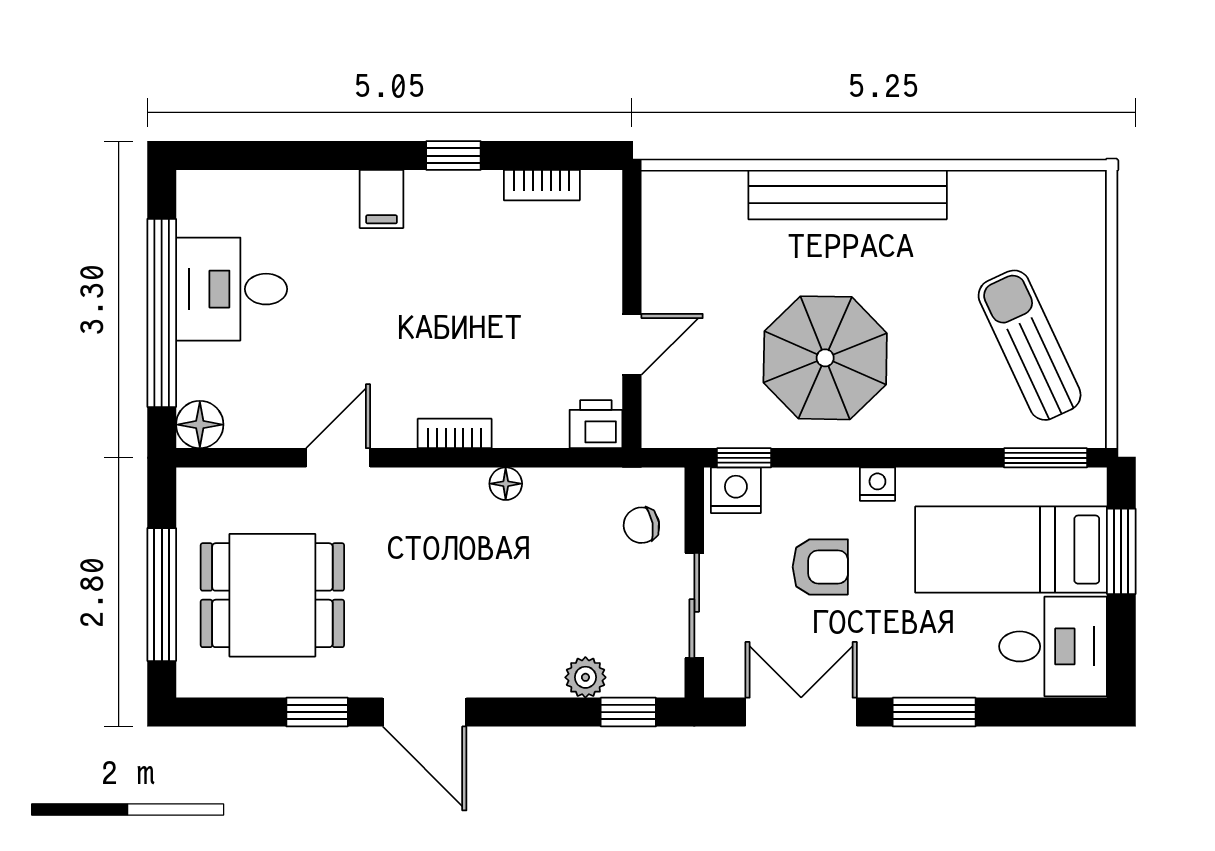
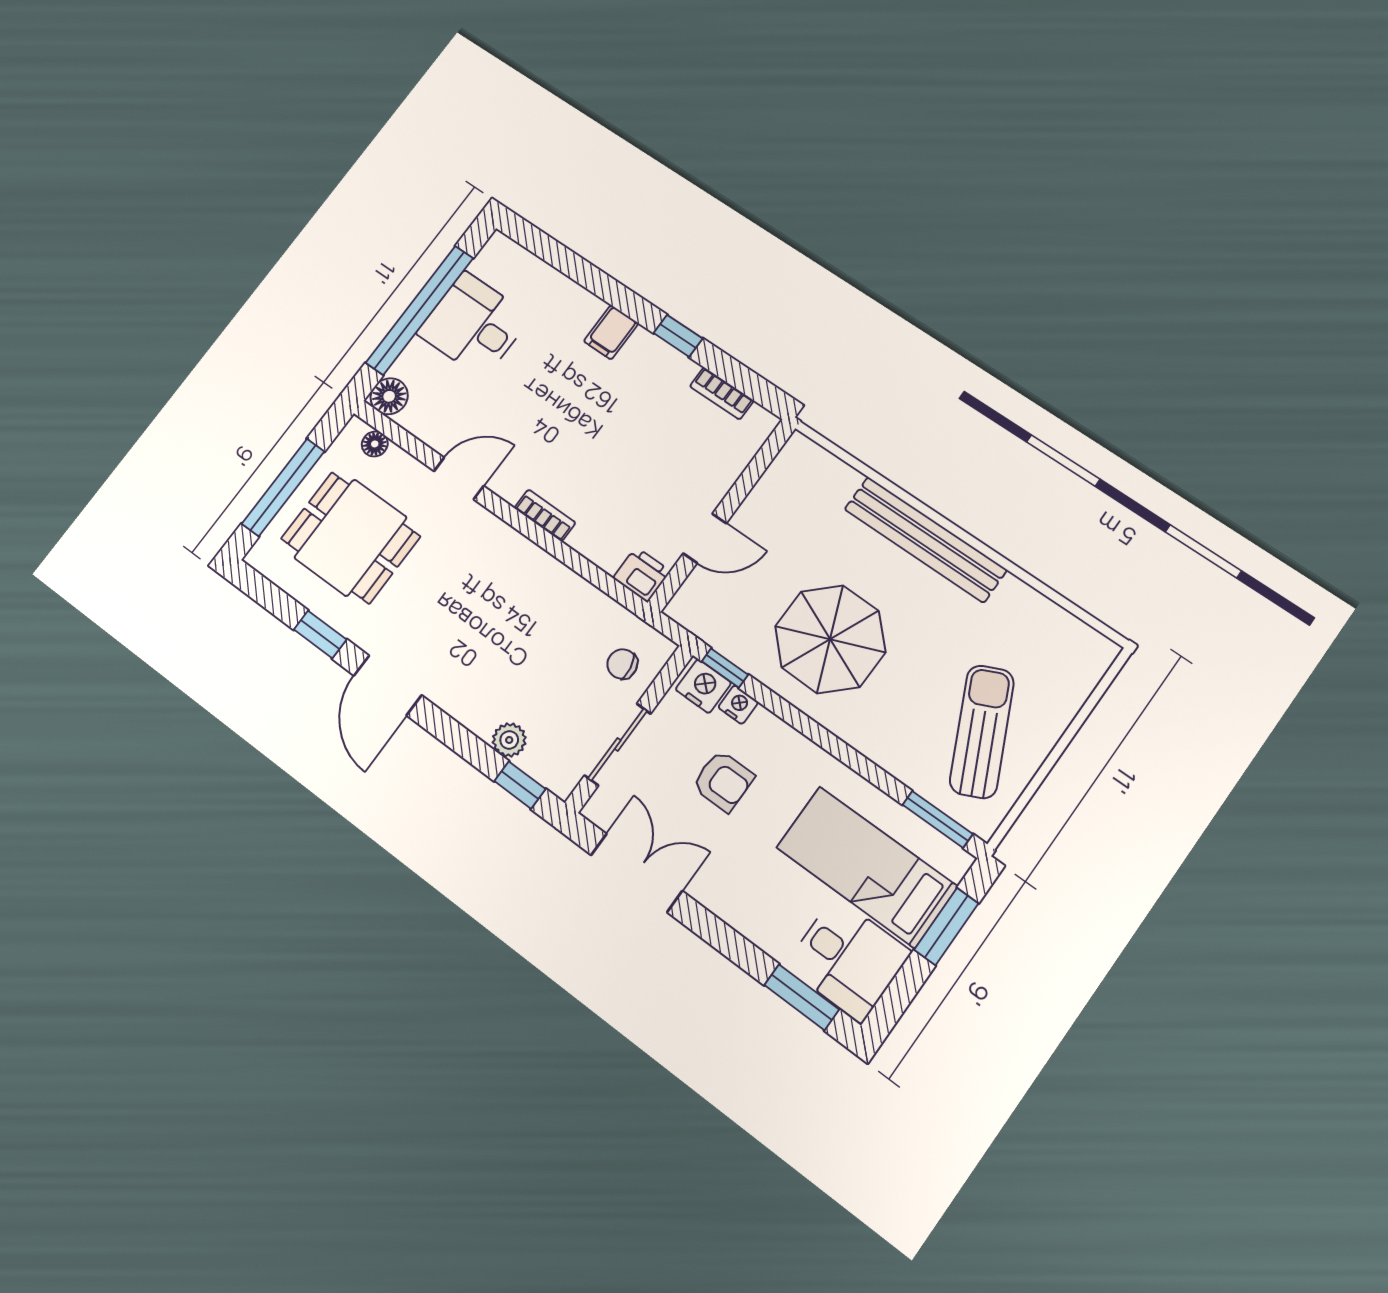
floor lamp: (506, 484) -> (375, 444), moved
nightstand: (877, 484) -> (738, 705), moved
window: (934, 712) -> (802, 997), moved

